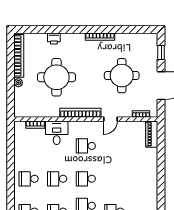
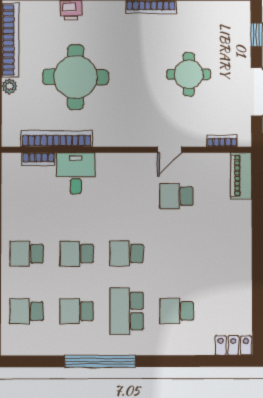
round table: (122, 76) -> (189, 74), width x0.73, depth x0.73
bookcase: (80, 113) -> (57, 139), moved
school desk: (86, 146) -> (176, 196), moved

